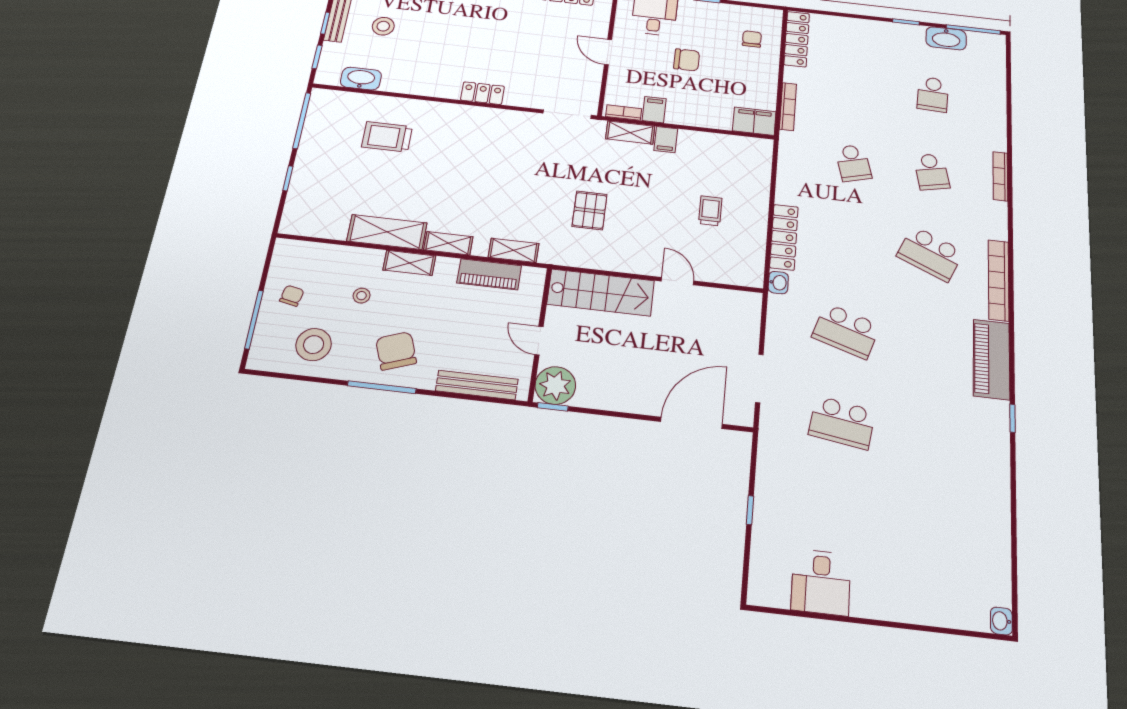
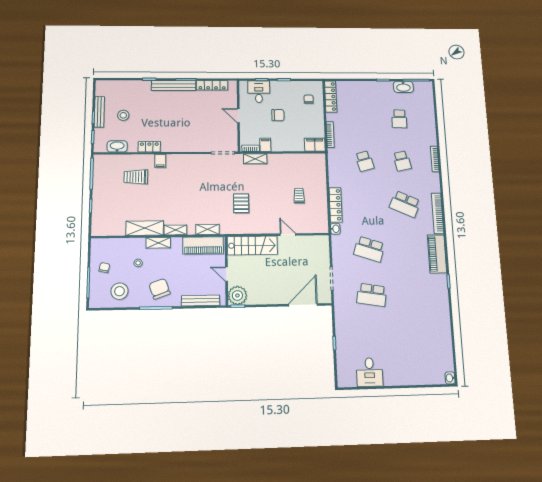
locker: (482, 93) -> (149, 147), moved
filing cabinet: (666, 140) -> (160, 161), moved
piano: (489, 274) -> (203, 245), width x1.37, depth x1.33

